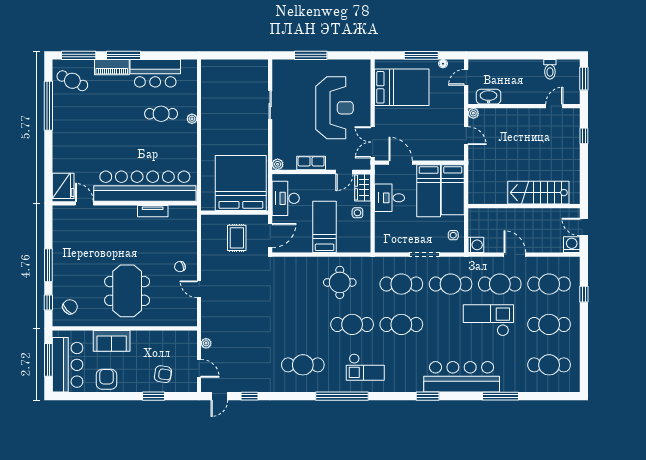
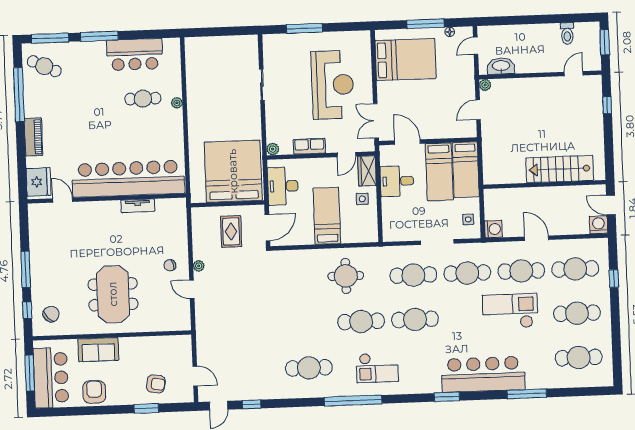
piano: (112, 67) -> (33, 137), moved, turned -90
door: (466, 136) -> (478, 110), swing flipped
plant: (206, 343) -> (199, 266), moved

